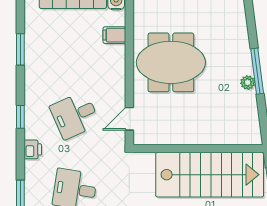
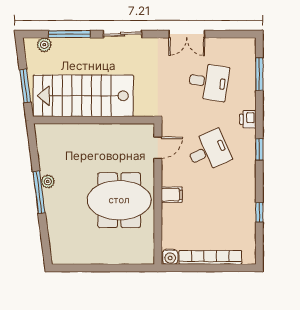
filing cabinet: (114, 35) -> (172, 195), moved
window: (20, 49) -> (259, 212), width x0.67

